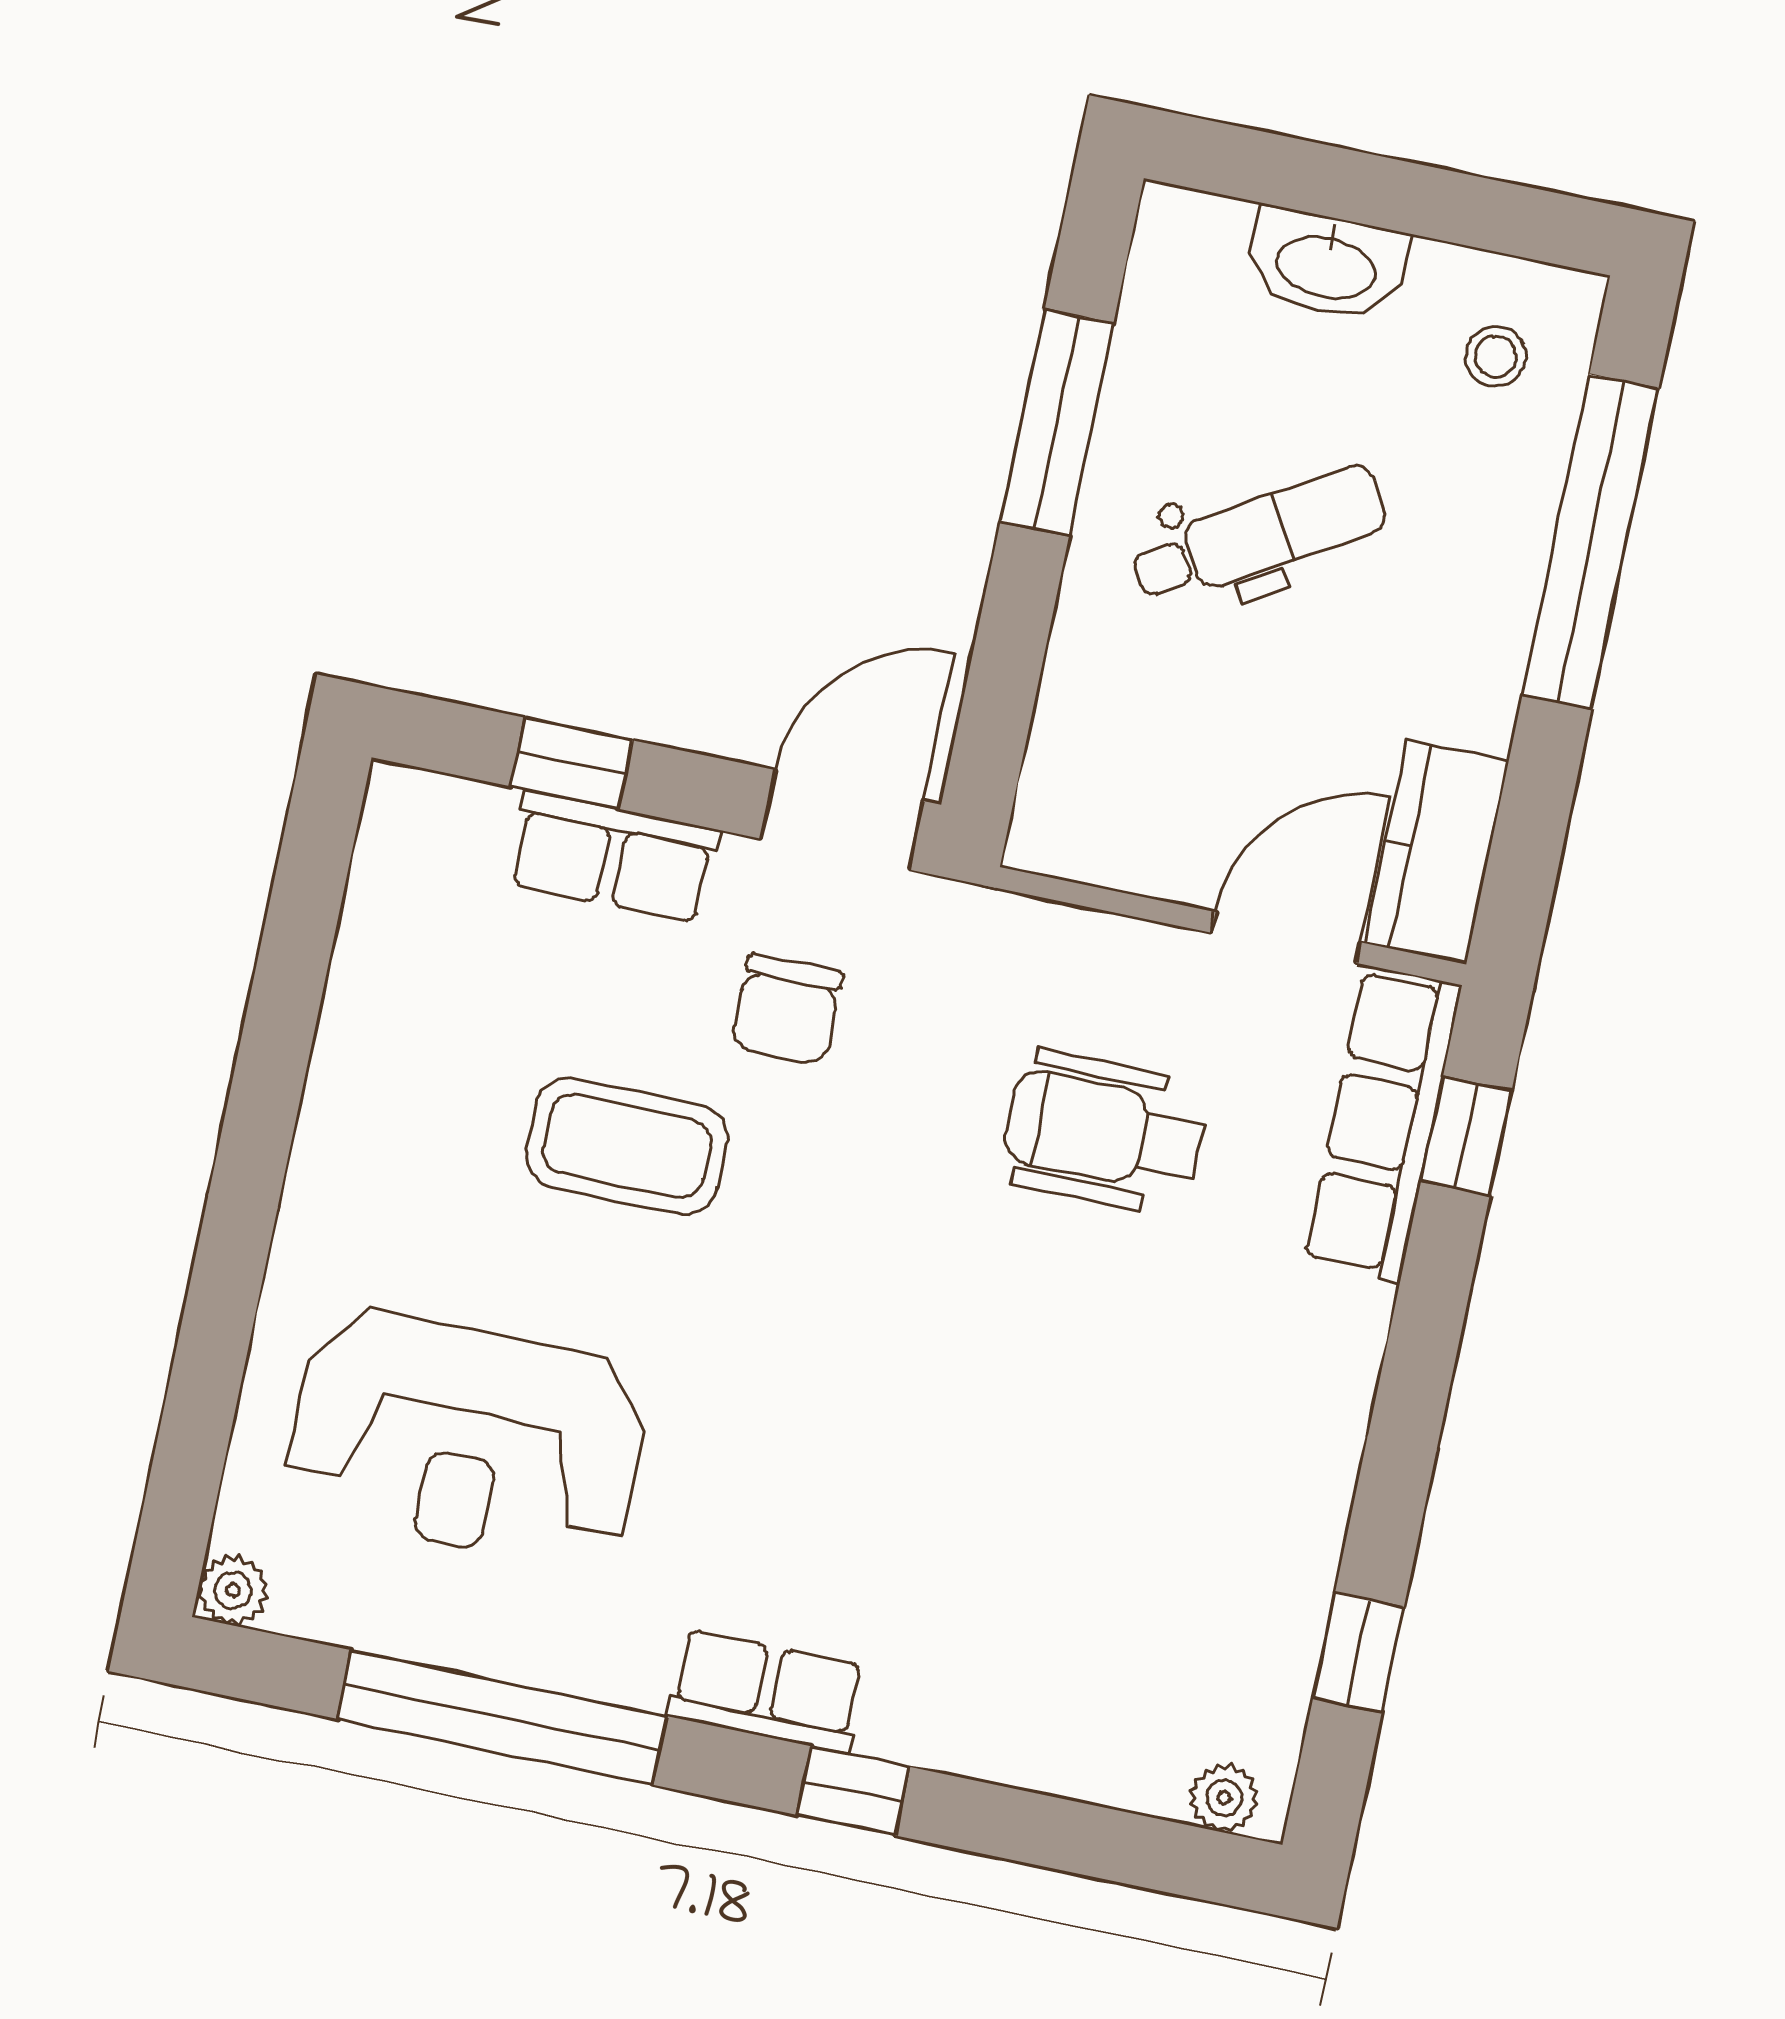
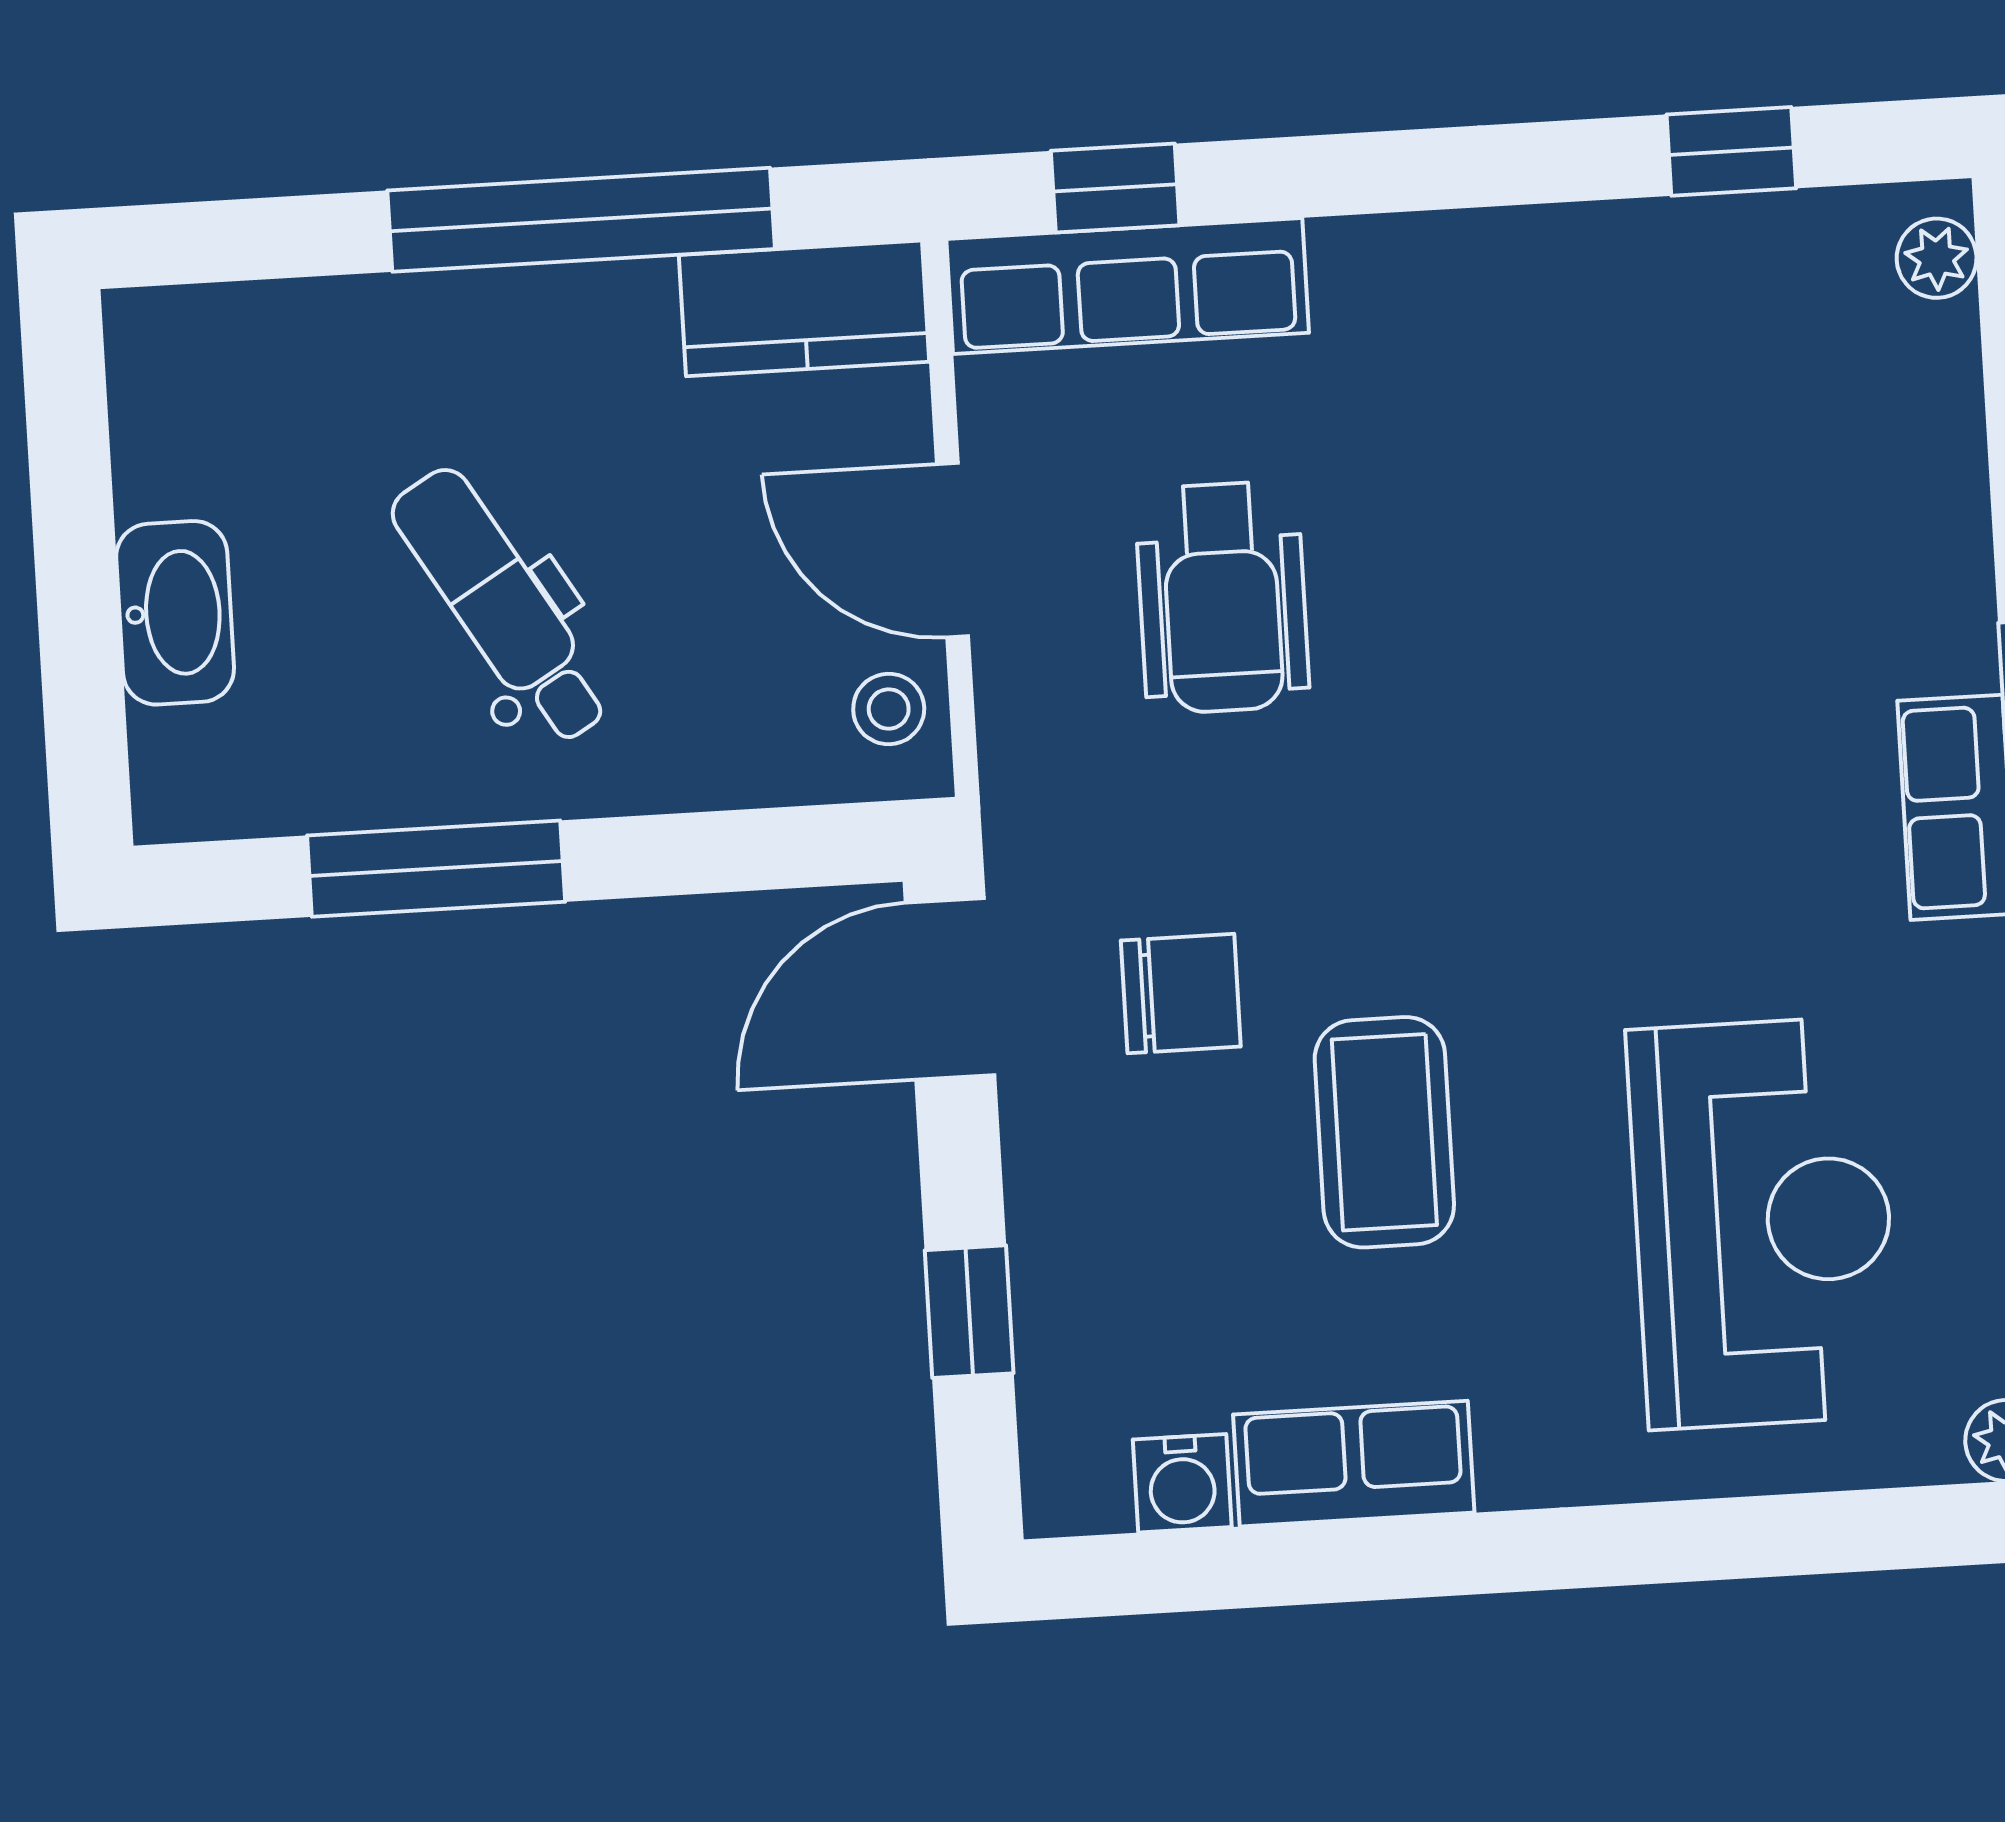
stool: (1496, 356) -> (889, 709), moved
window: (1590, 542) -> (581, 220), moved
door: (842, 820) -> (950, 989), hinge flipped
row of seats: (613, 857) -> (1354, 1464), moved, turned -90
water cooler: (382, 901) -> (1182, 1483), added
door: (1286, 937) -> (953, 550), moved

